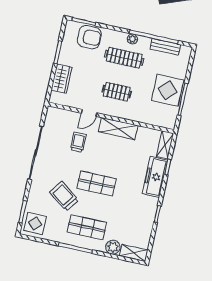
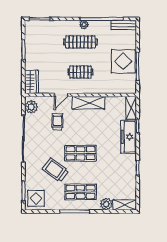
armchair: (89, 37) -> (47, 31), removed
bench: (165, 47) -> (124, 25), moved
wardrobe: (61, 79) -> (31, 82), moved
plant: (52, 119) -> (31, 107), added

